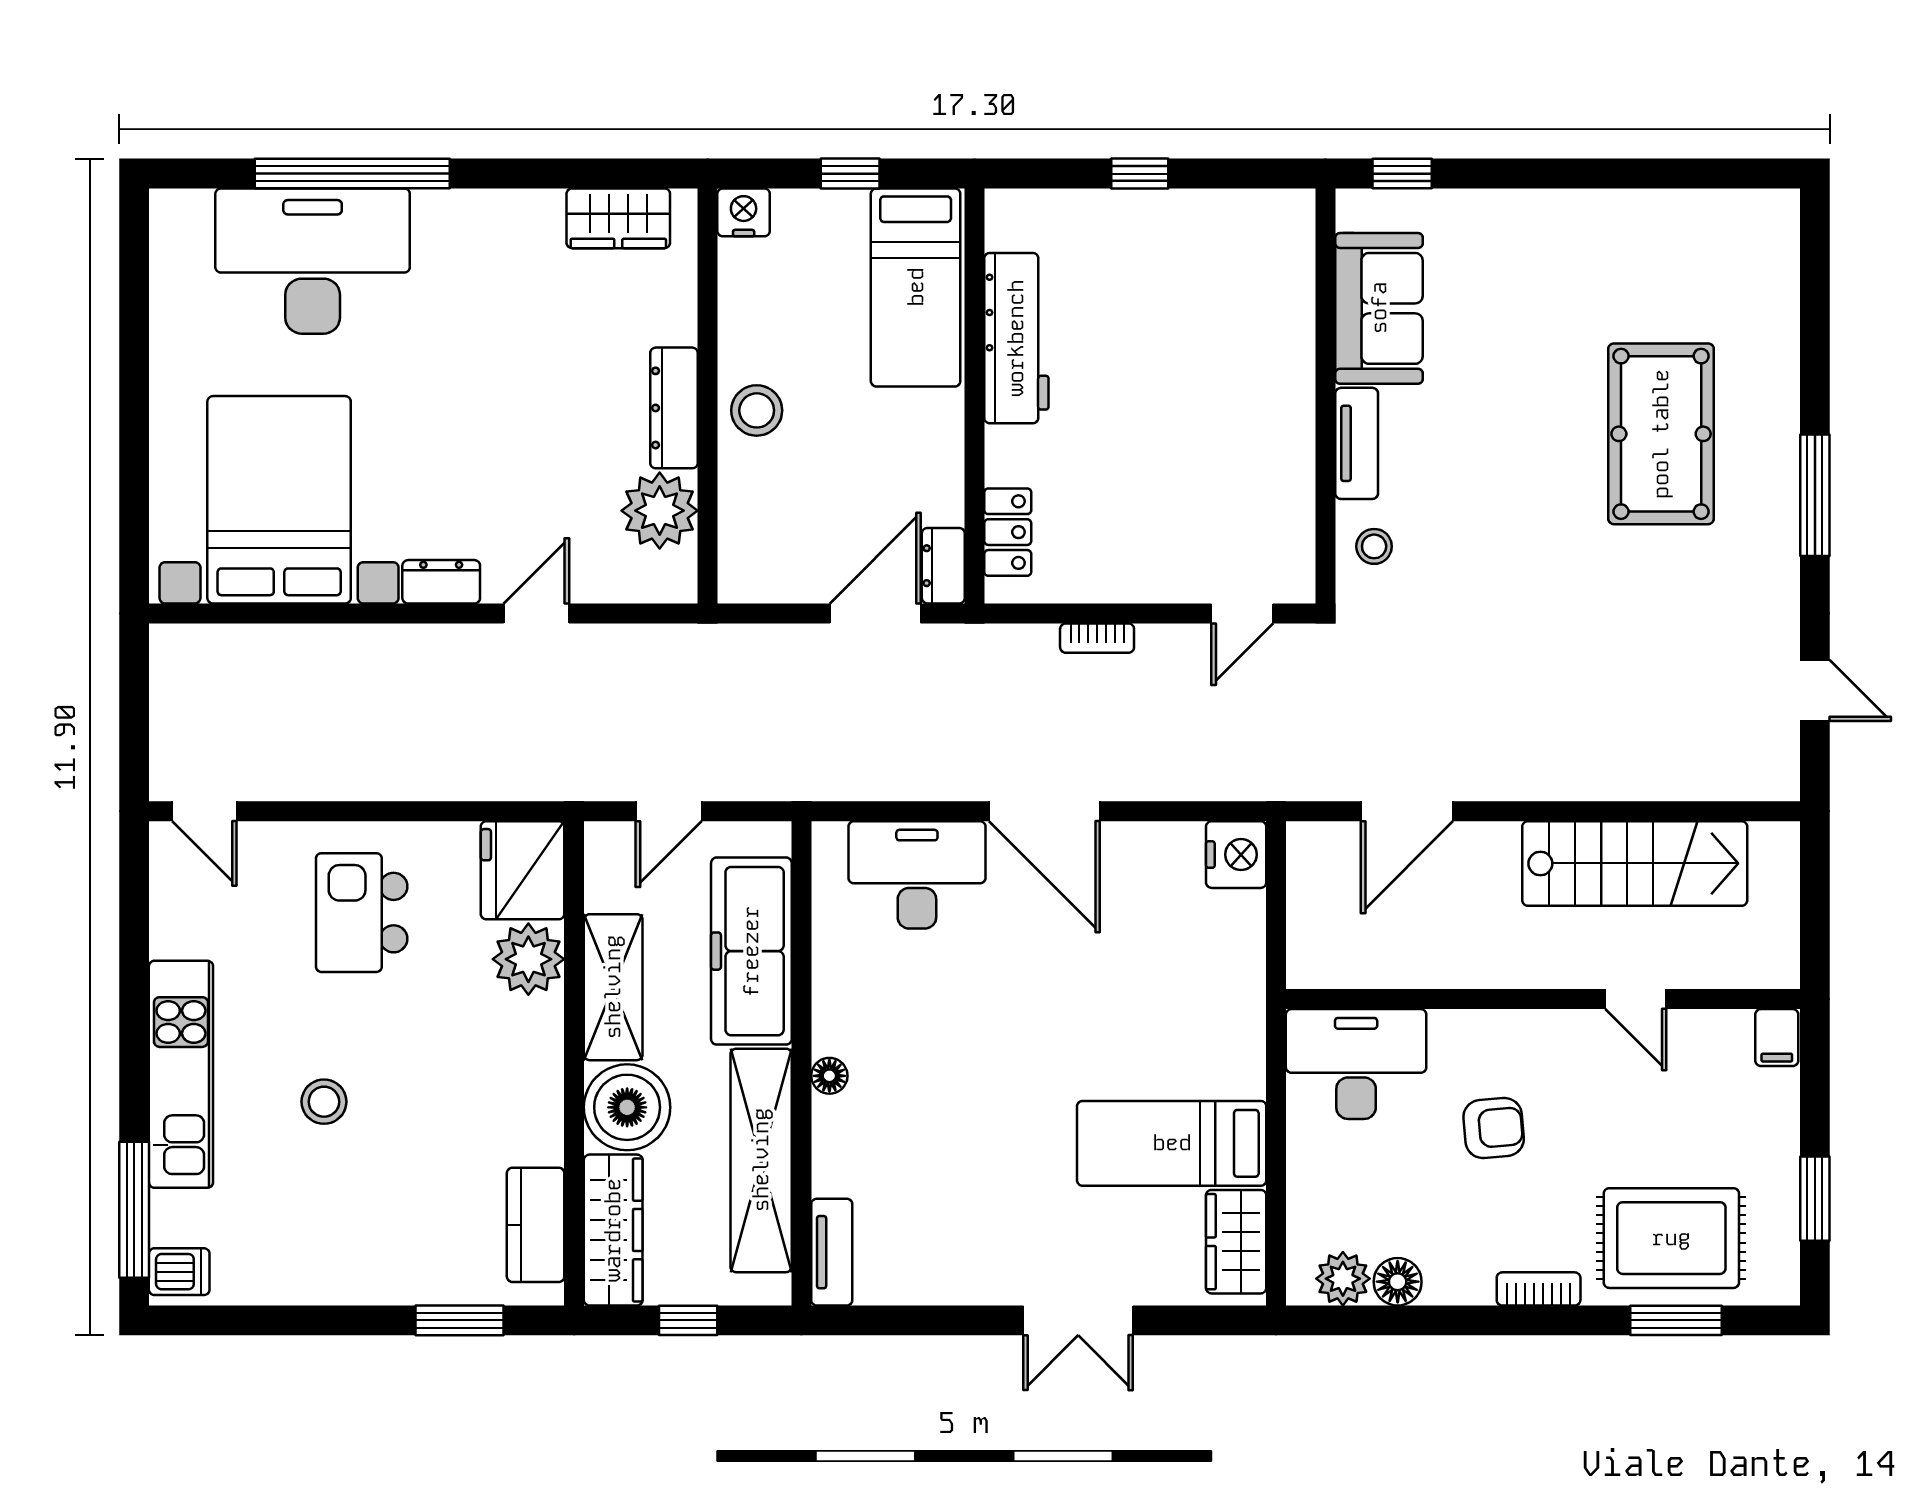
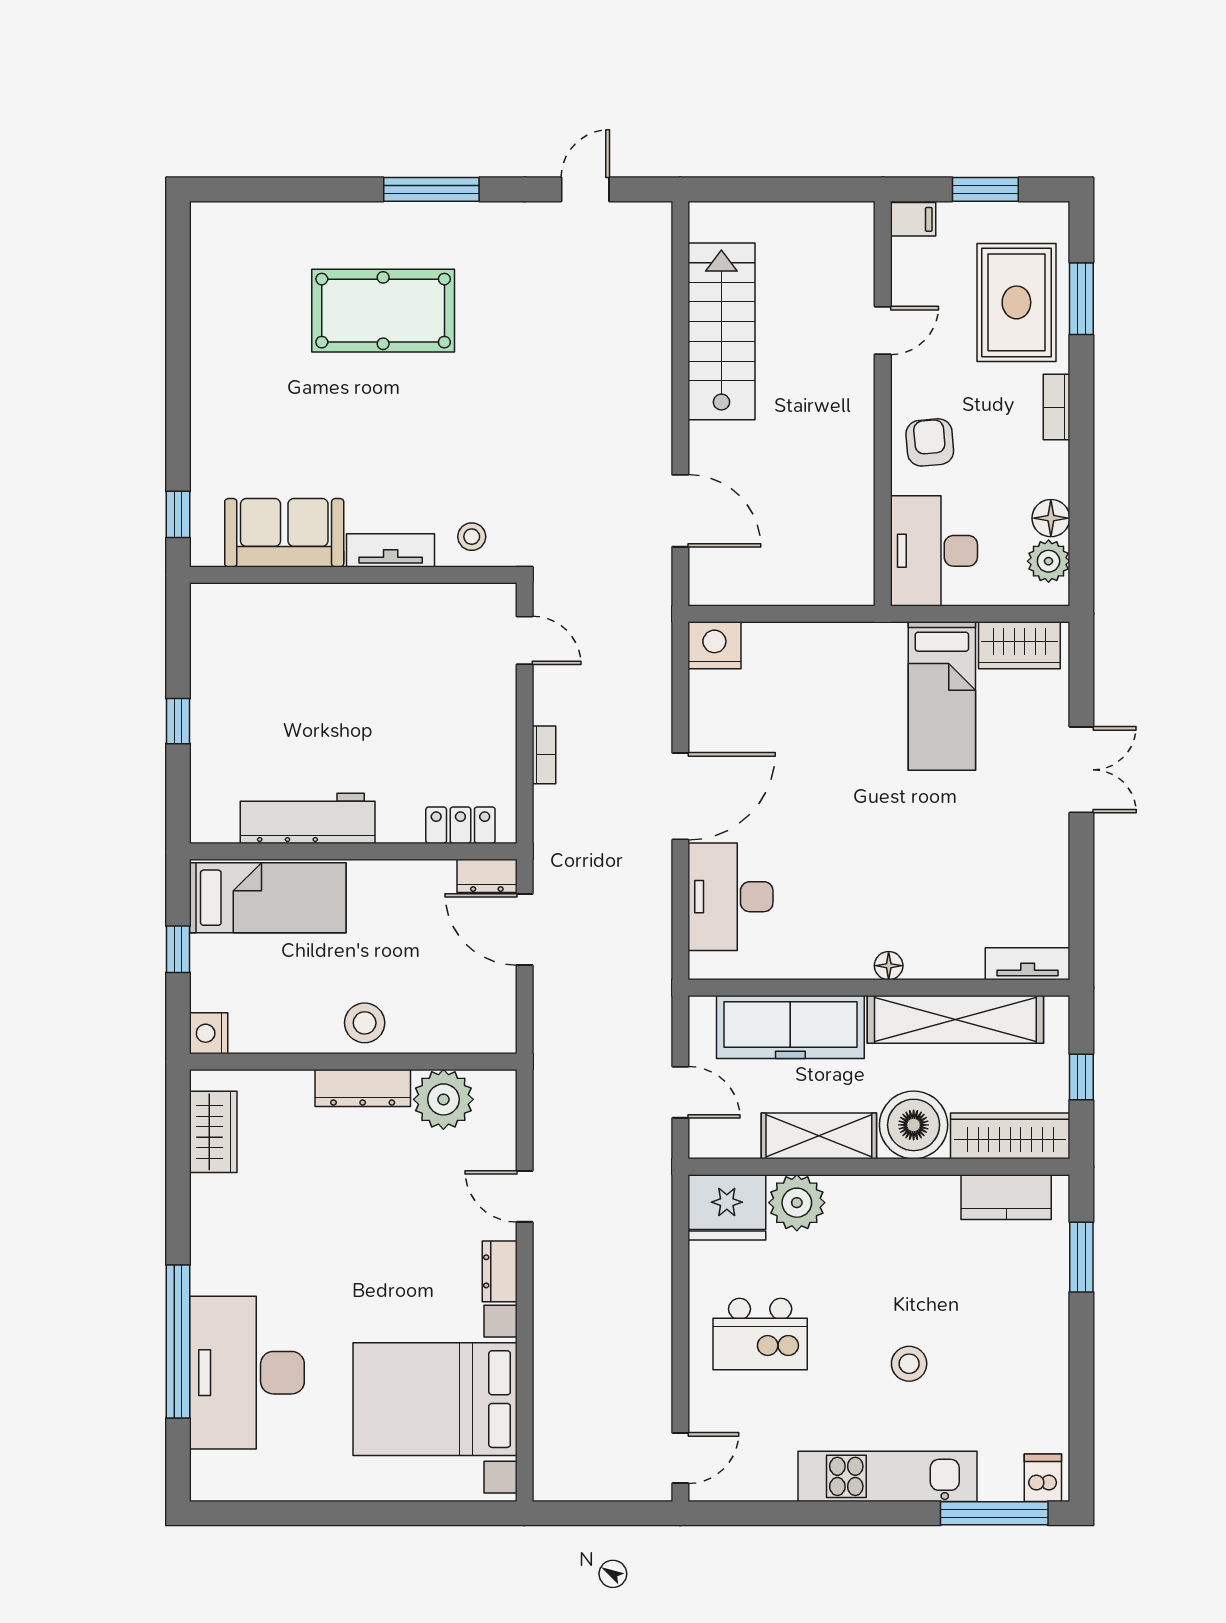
wall: (1543, 999) -> (883, 404), moved
door: (1636, 999) -> (883, 330), moved
filing cabinet: (1777, 1038) -> (913, 219), moved
desk: (1356, 1064) -> (934, 551), moved

